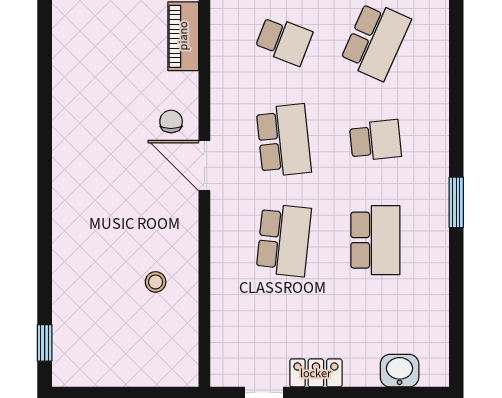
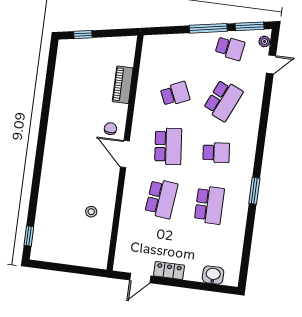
school desk: (284, 41) -> (175, 94), turned -45

